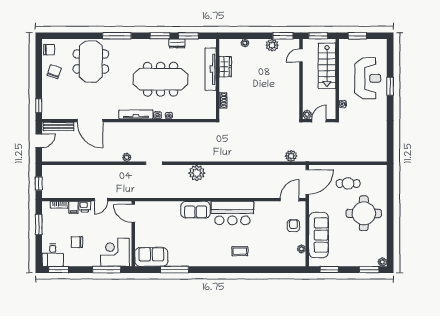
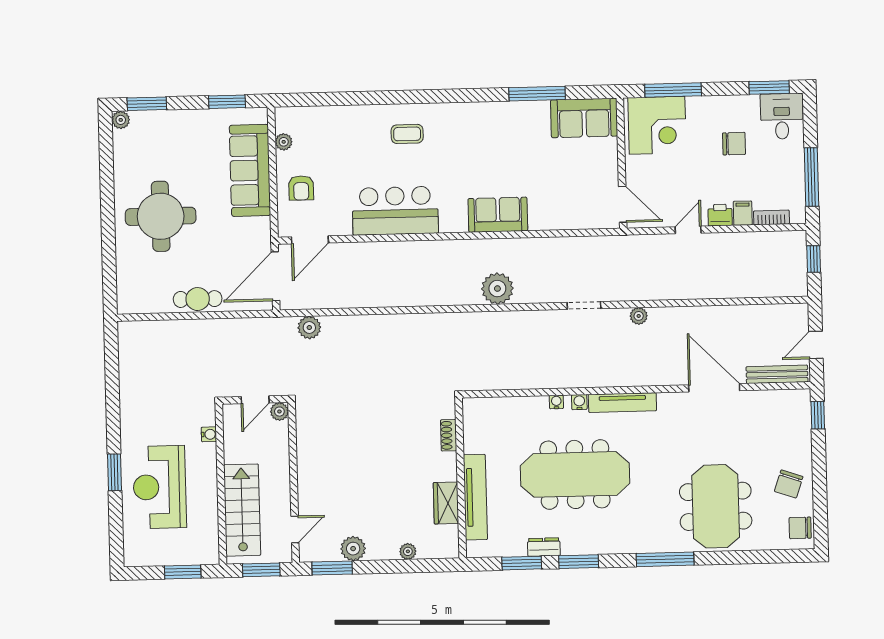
cafe table: (348, 183) -> (198, 299), moved
bar counter: (232, 213) -> (395, 211), moved
window: (39, 224) -> (812, 177), width x1.44

